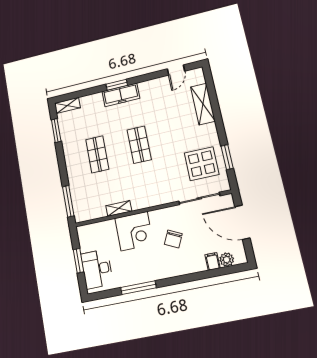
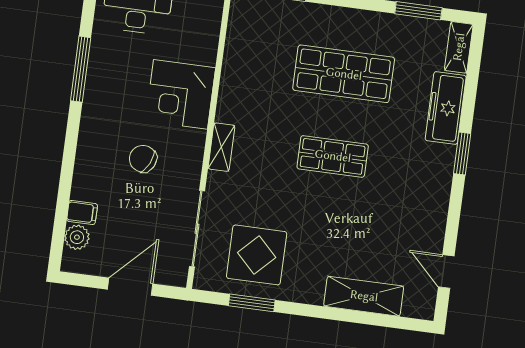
freezer: (121, 95) -> (446, 108), moved
shop shelf: (97, 154) -> (344, 74), width x1.43, depth x1.36
shelving: (119, 208) -> (221, 147), moved
door: (242, 222) -> (130, 287), width x0.73

